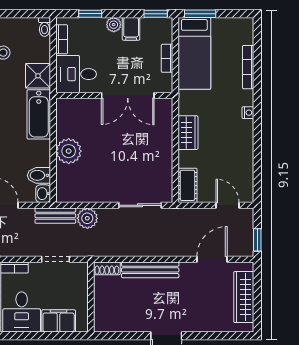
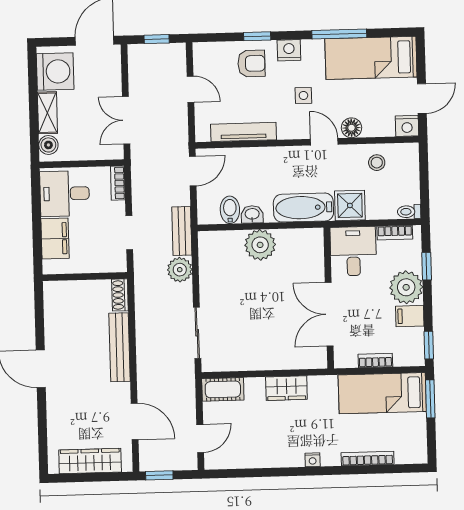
plant: (114, 25) -> (406, 287), width x1.88, depth x1.88
washbasin: (43, 194) -> (252, 214), moved

